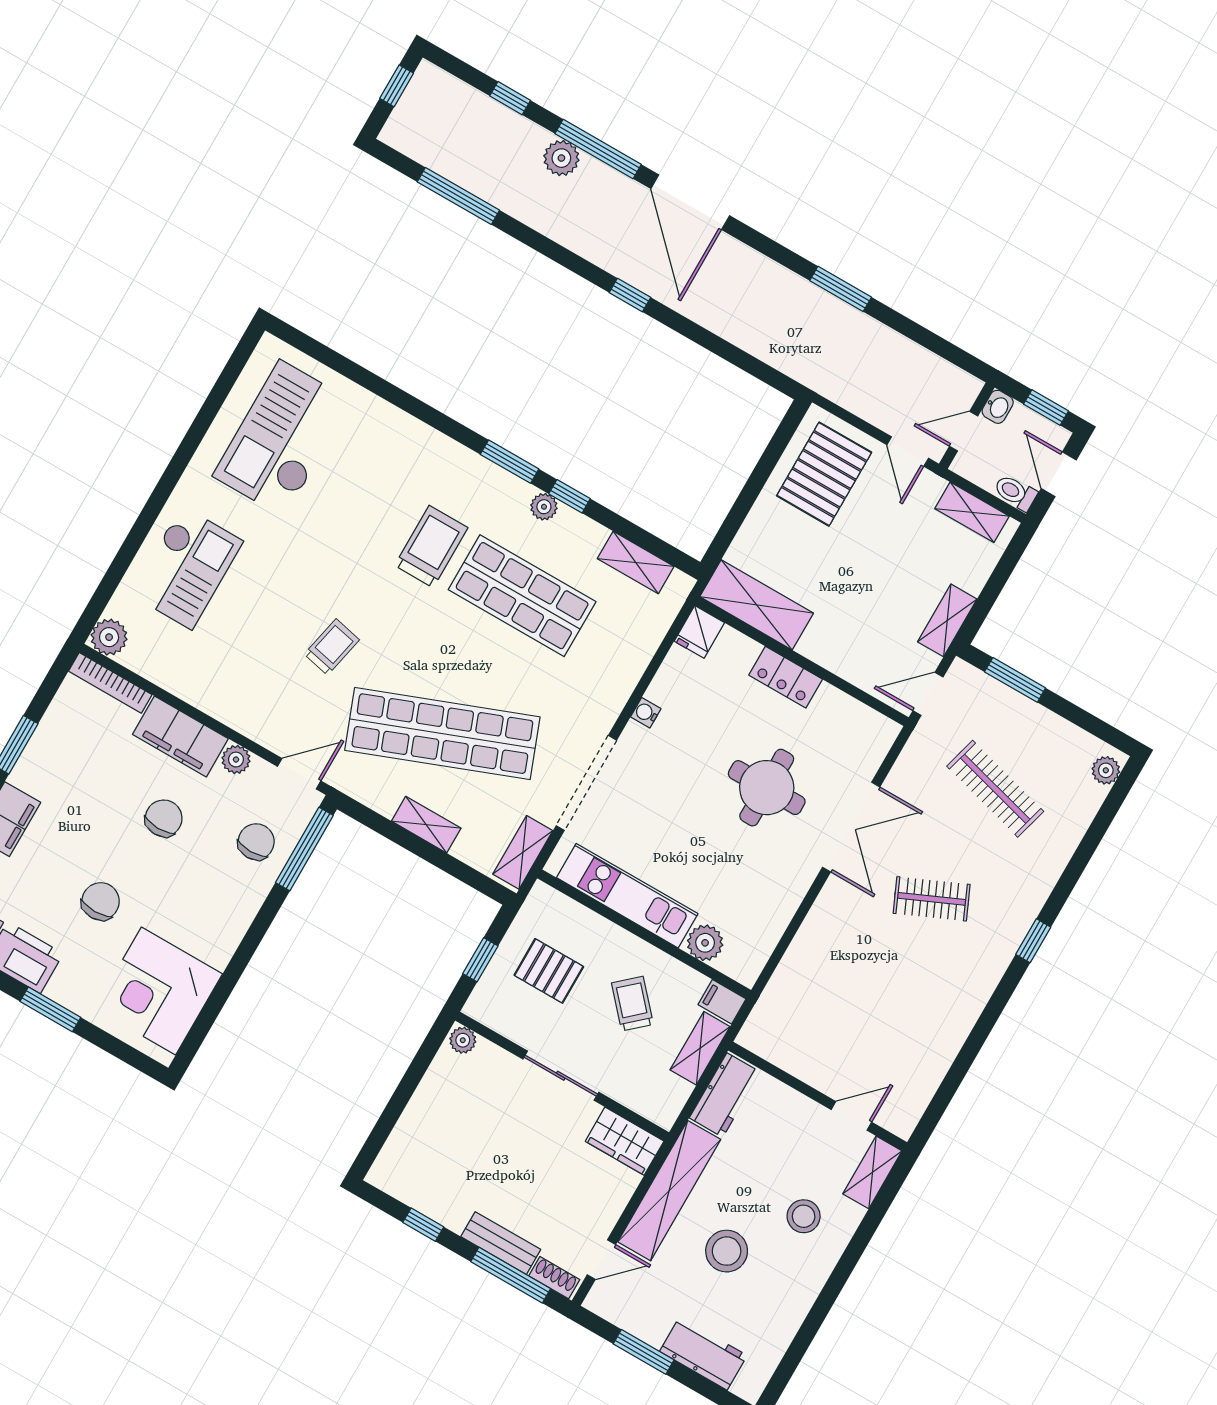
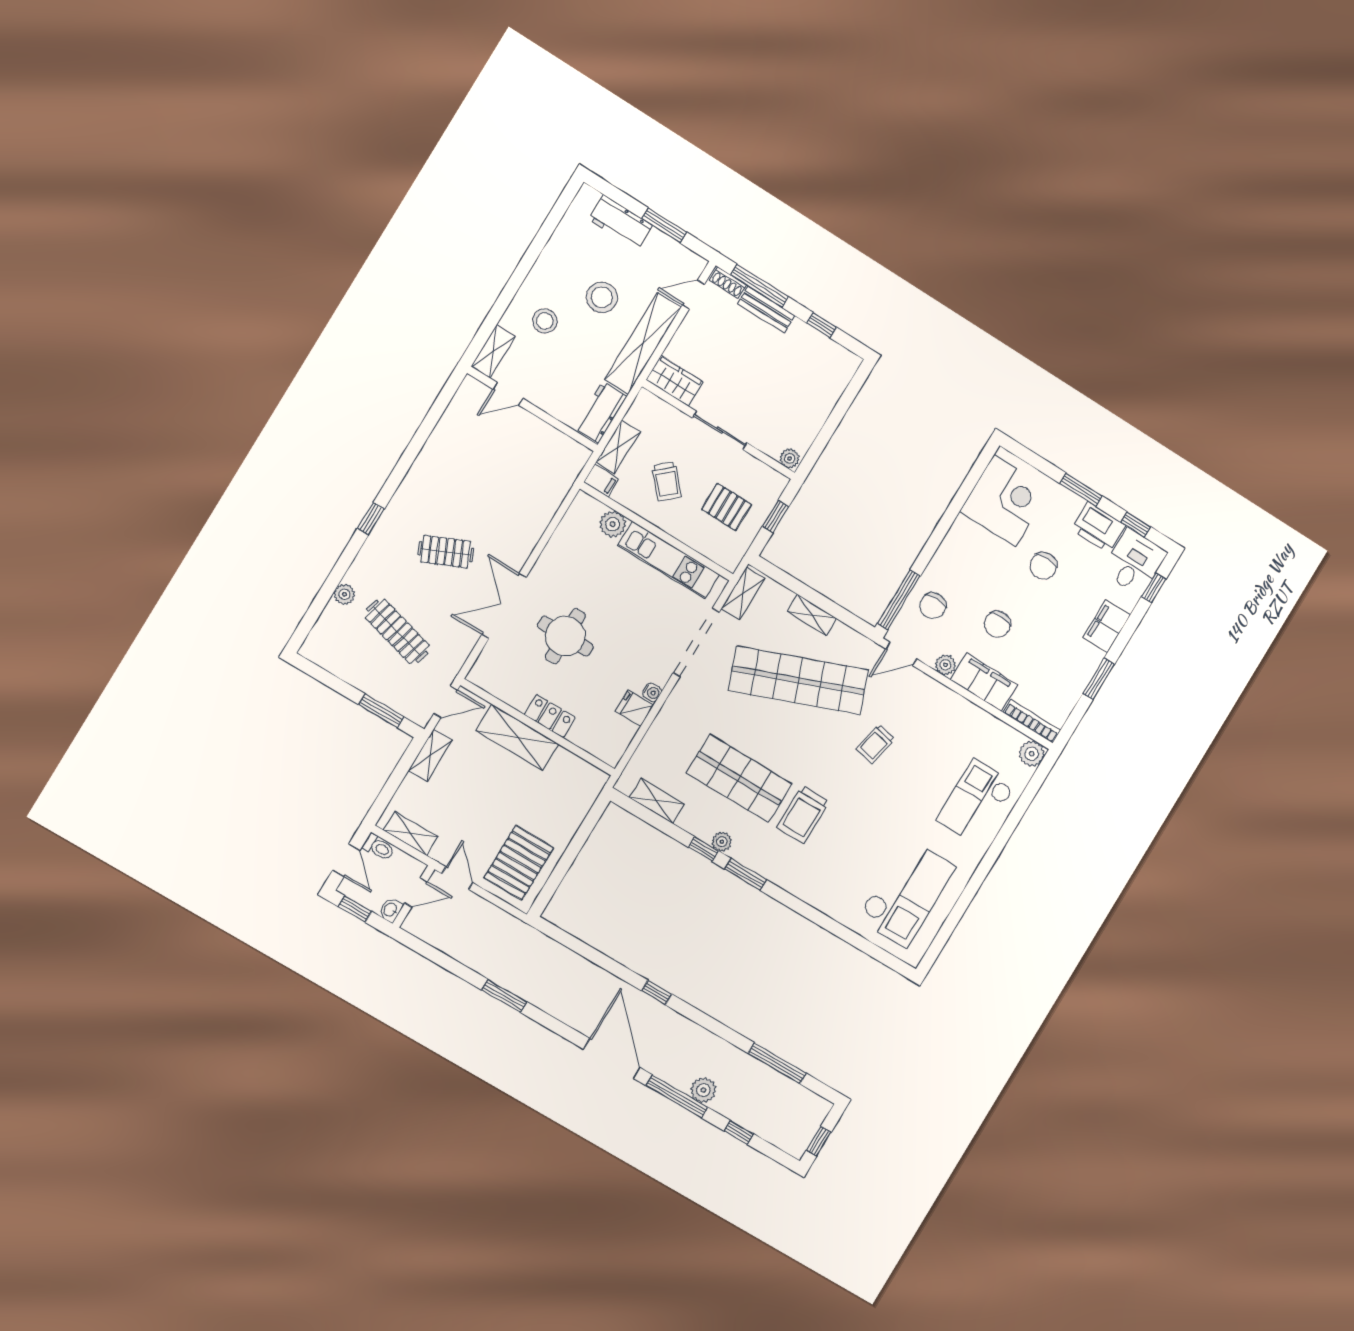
shelving: (757, 605) -> (517, 737), moved
fridge: (699, 632) -> (634, 708), moved, turned -90
plant: (1106, 770) -> (344, 594), moved

